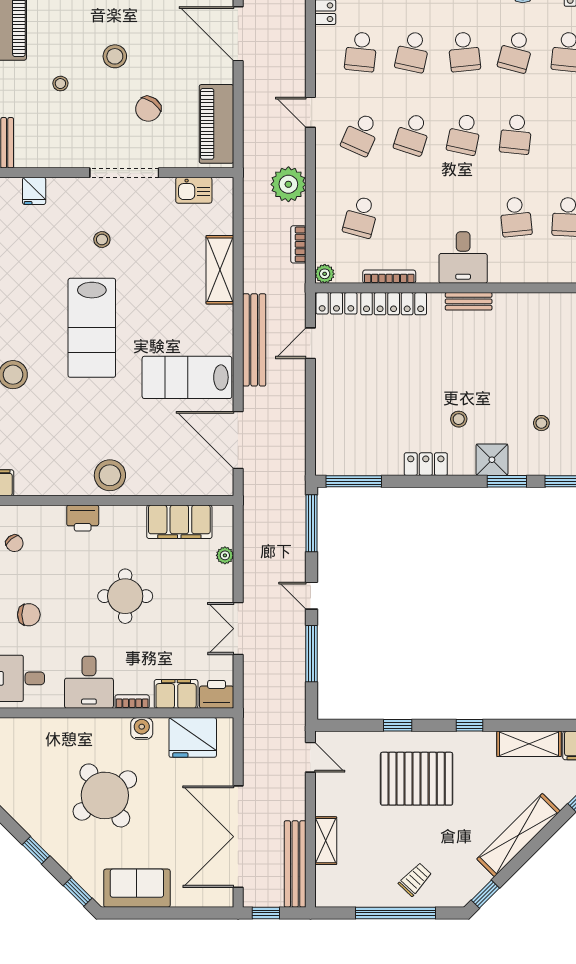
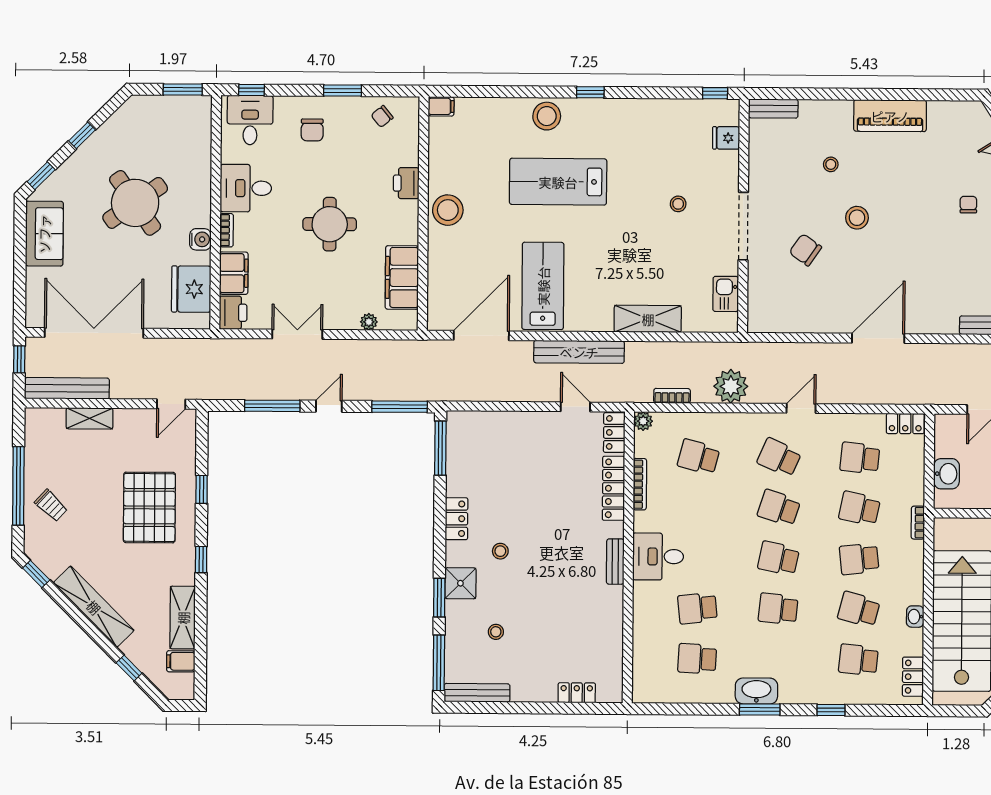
piano: (216, 124) -> (790, 316), removed
lab bench: (92, 328) -> (558, 182), moved

